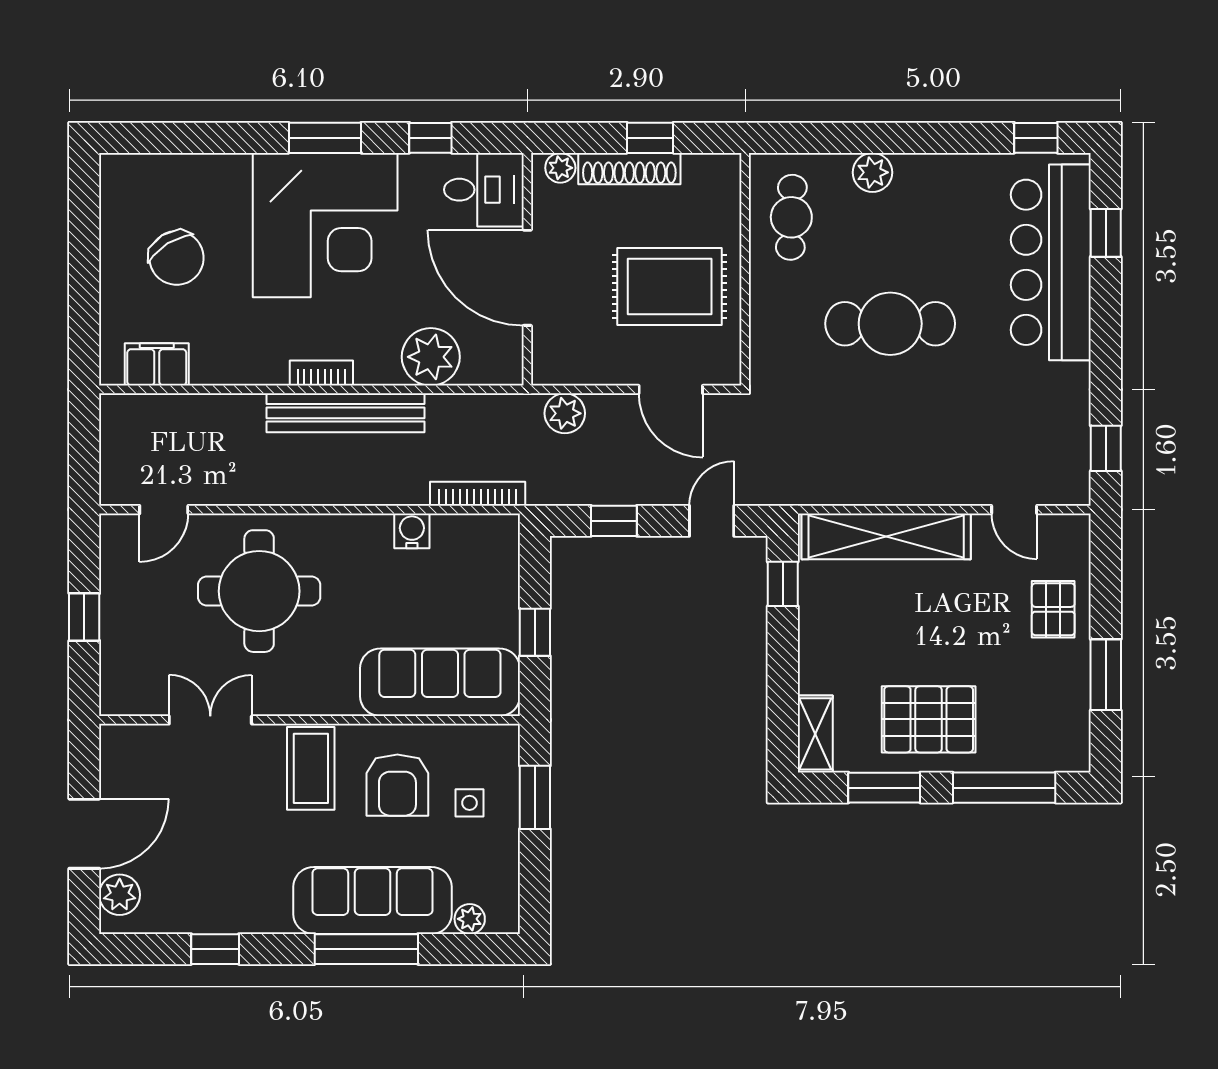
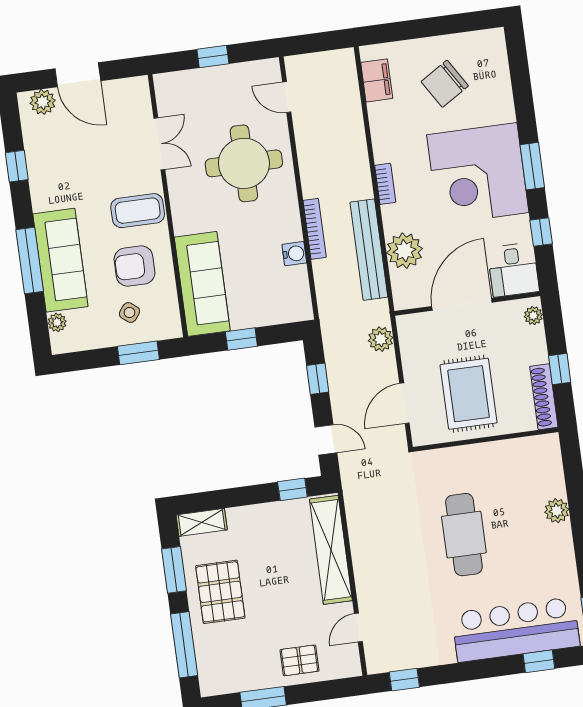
shoe rack: (629, 169) -> (544, 397), moved
cafe table: (791, 217) -> (522, 464), removed
bench: (346, 413) -> (369, 250), moved
bookcase: (478, 494) -> (315, 229), moved
side table: (470, 803) -> (129, 313), turned 38

